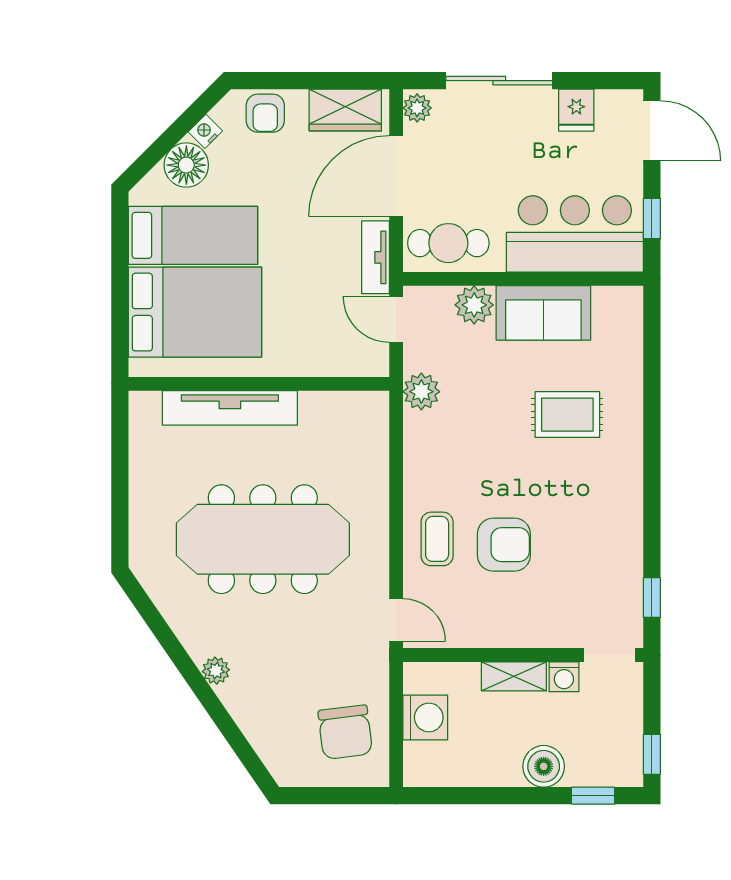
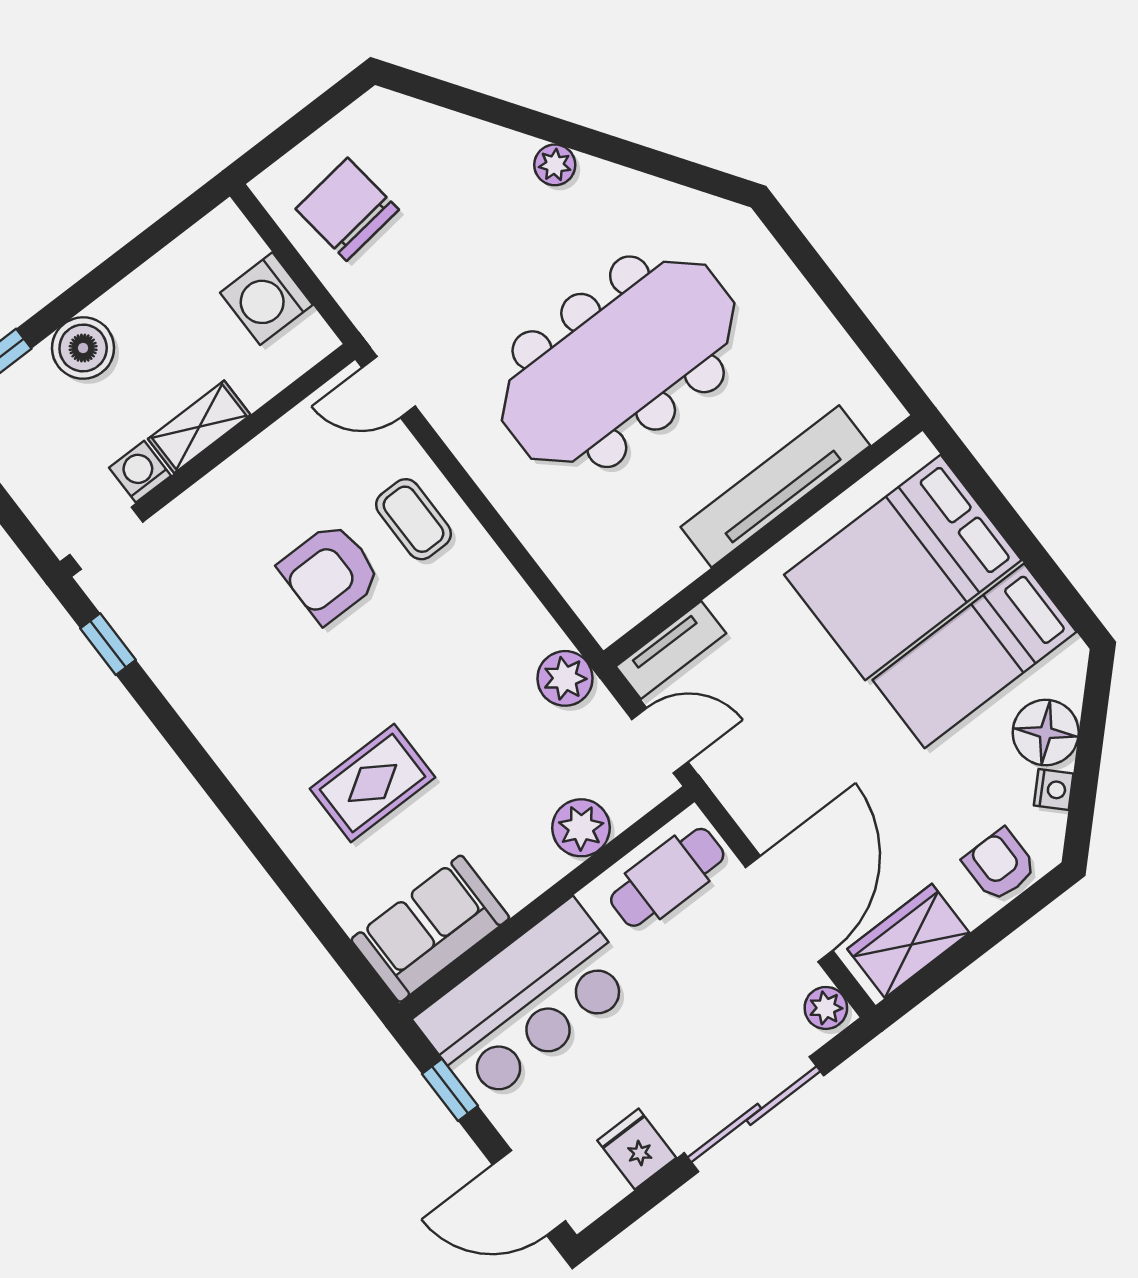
tv unit: (375, 257) -> (671, 650), moved, turned 90
sofa: (543, 313) -> (430, 929), moved

